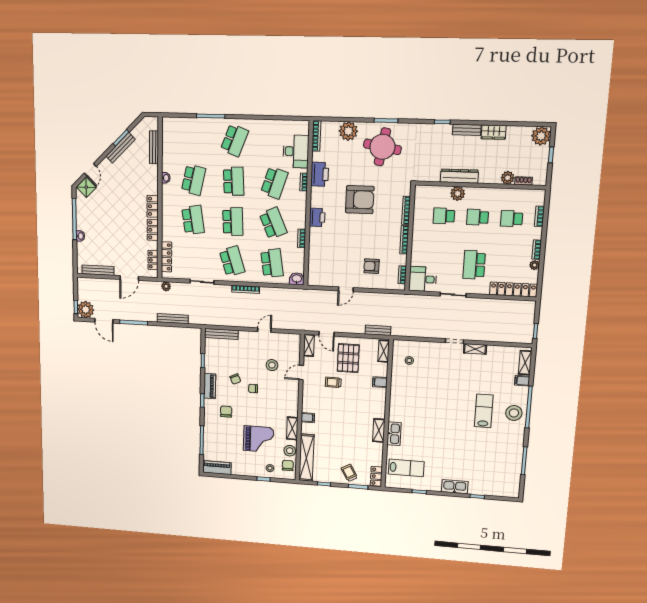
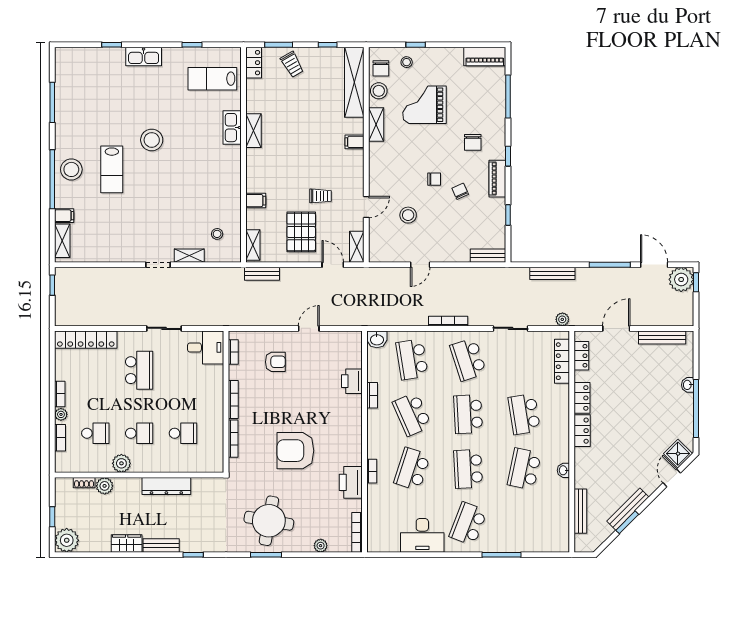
plant: (348, 131) -> (321, 546), width x0.53, depth x0.53
desk: (296, 151) -> (422, 535), moved, turned -90
plant: (458, 193) -> (121, 463), moved
printer: (317, 217) -> (352, 381), moved
plant: (534, 265) -> (61, 414), moved
bench: (221, 334) -> (488, 256), width x0.73
shelving: (475, 349) -> (189, 256), moved
stool: (453, 429) -> (152, 140), added

